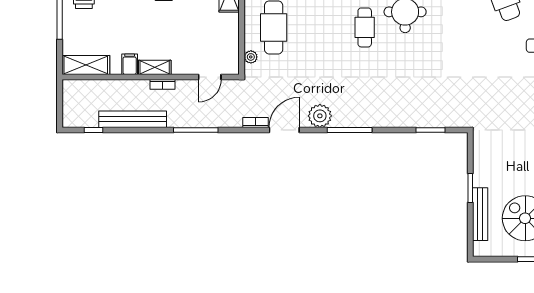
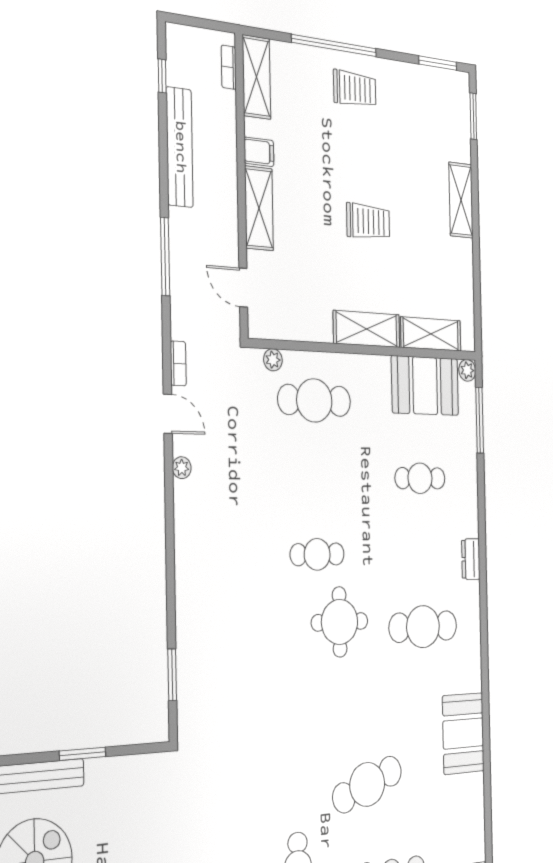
shelving: (155, 67) -> (259, 208), width x1.50, depth x1.33
bookcase: (162, 84) -> (229, 67), moved
plant: (320, 116) -> (182, 468), width x0.53, depth x0.53
door: (284, 130) -> (168, 414), width x0.73
window: (350, 130) -> (170, 530), removed

